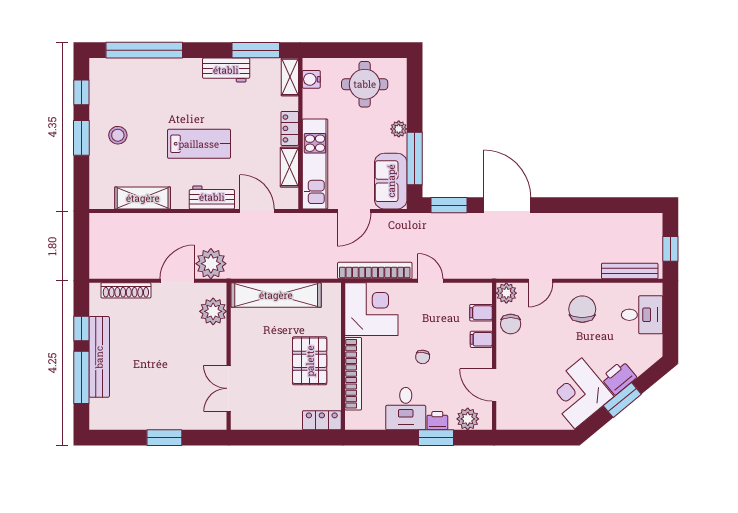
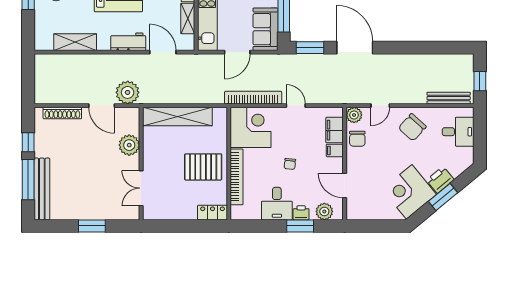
door: (177, 281) -> (102, 106), swing flipped
chair: (582, 309) -> (412, 127), turned -138
plant: (213, 311) -> (129, 145), moved
filing cabinet: (481, 313) -> (335, 130), width x2.00
bench: (99, 357) -> (42, 189), moved
pallet: (310, 361) -> (203, 167), turned 90

